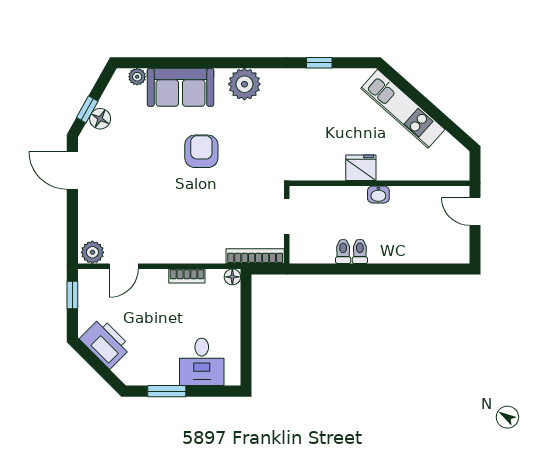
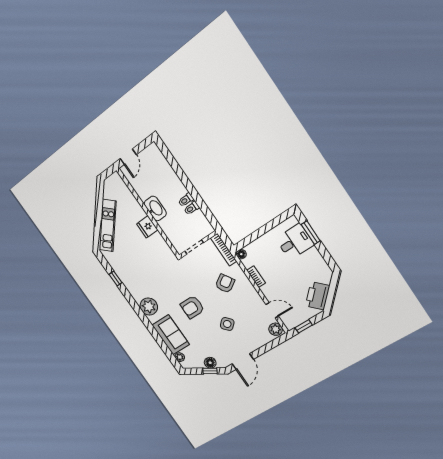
side table: (144, 186) -> (227, 324), added
washbasin: (378, 195) -> (155, 208), width x1.91, depth x1.45
armchair: (205, 225) -> (225, 284), added
window: (167, 391) -> (311, 233), moved

